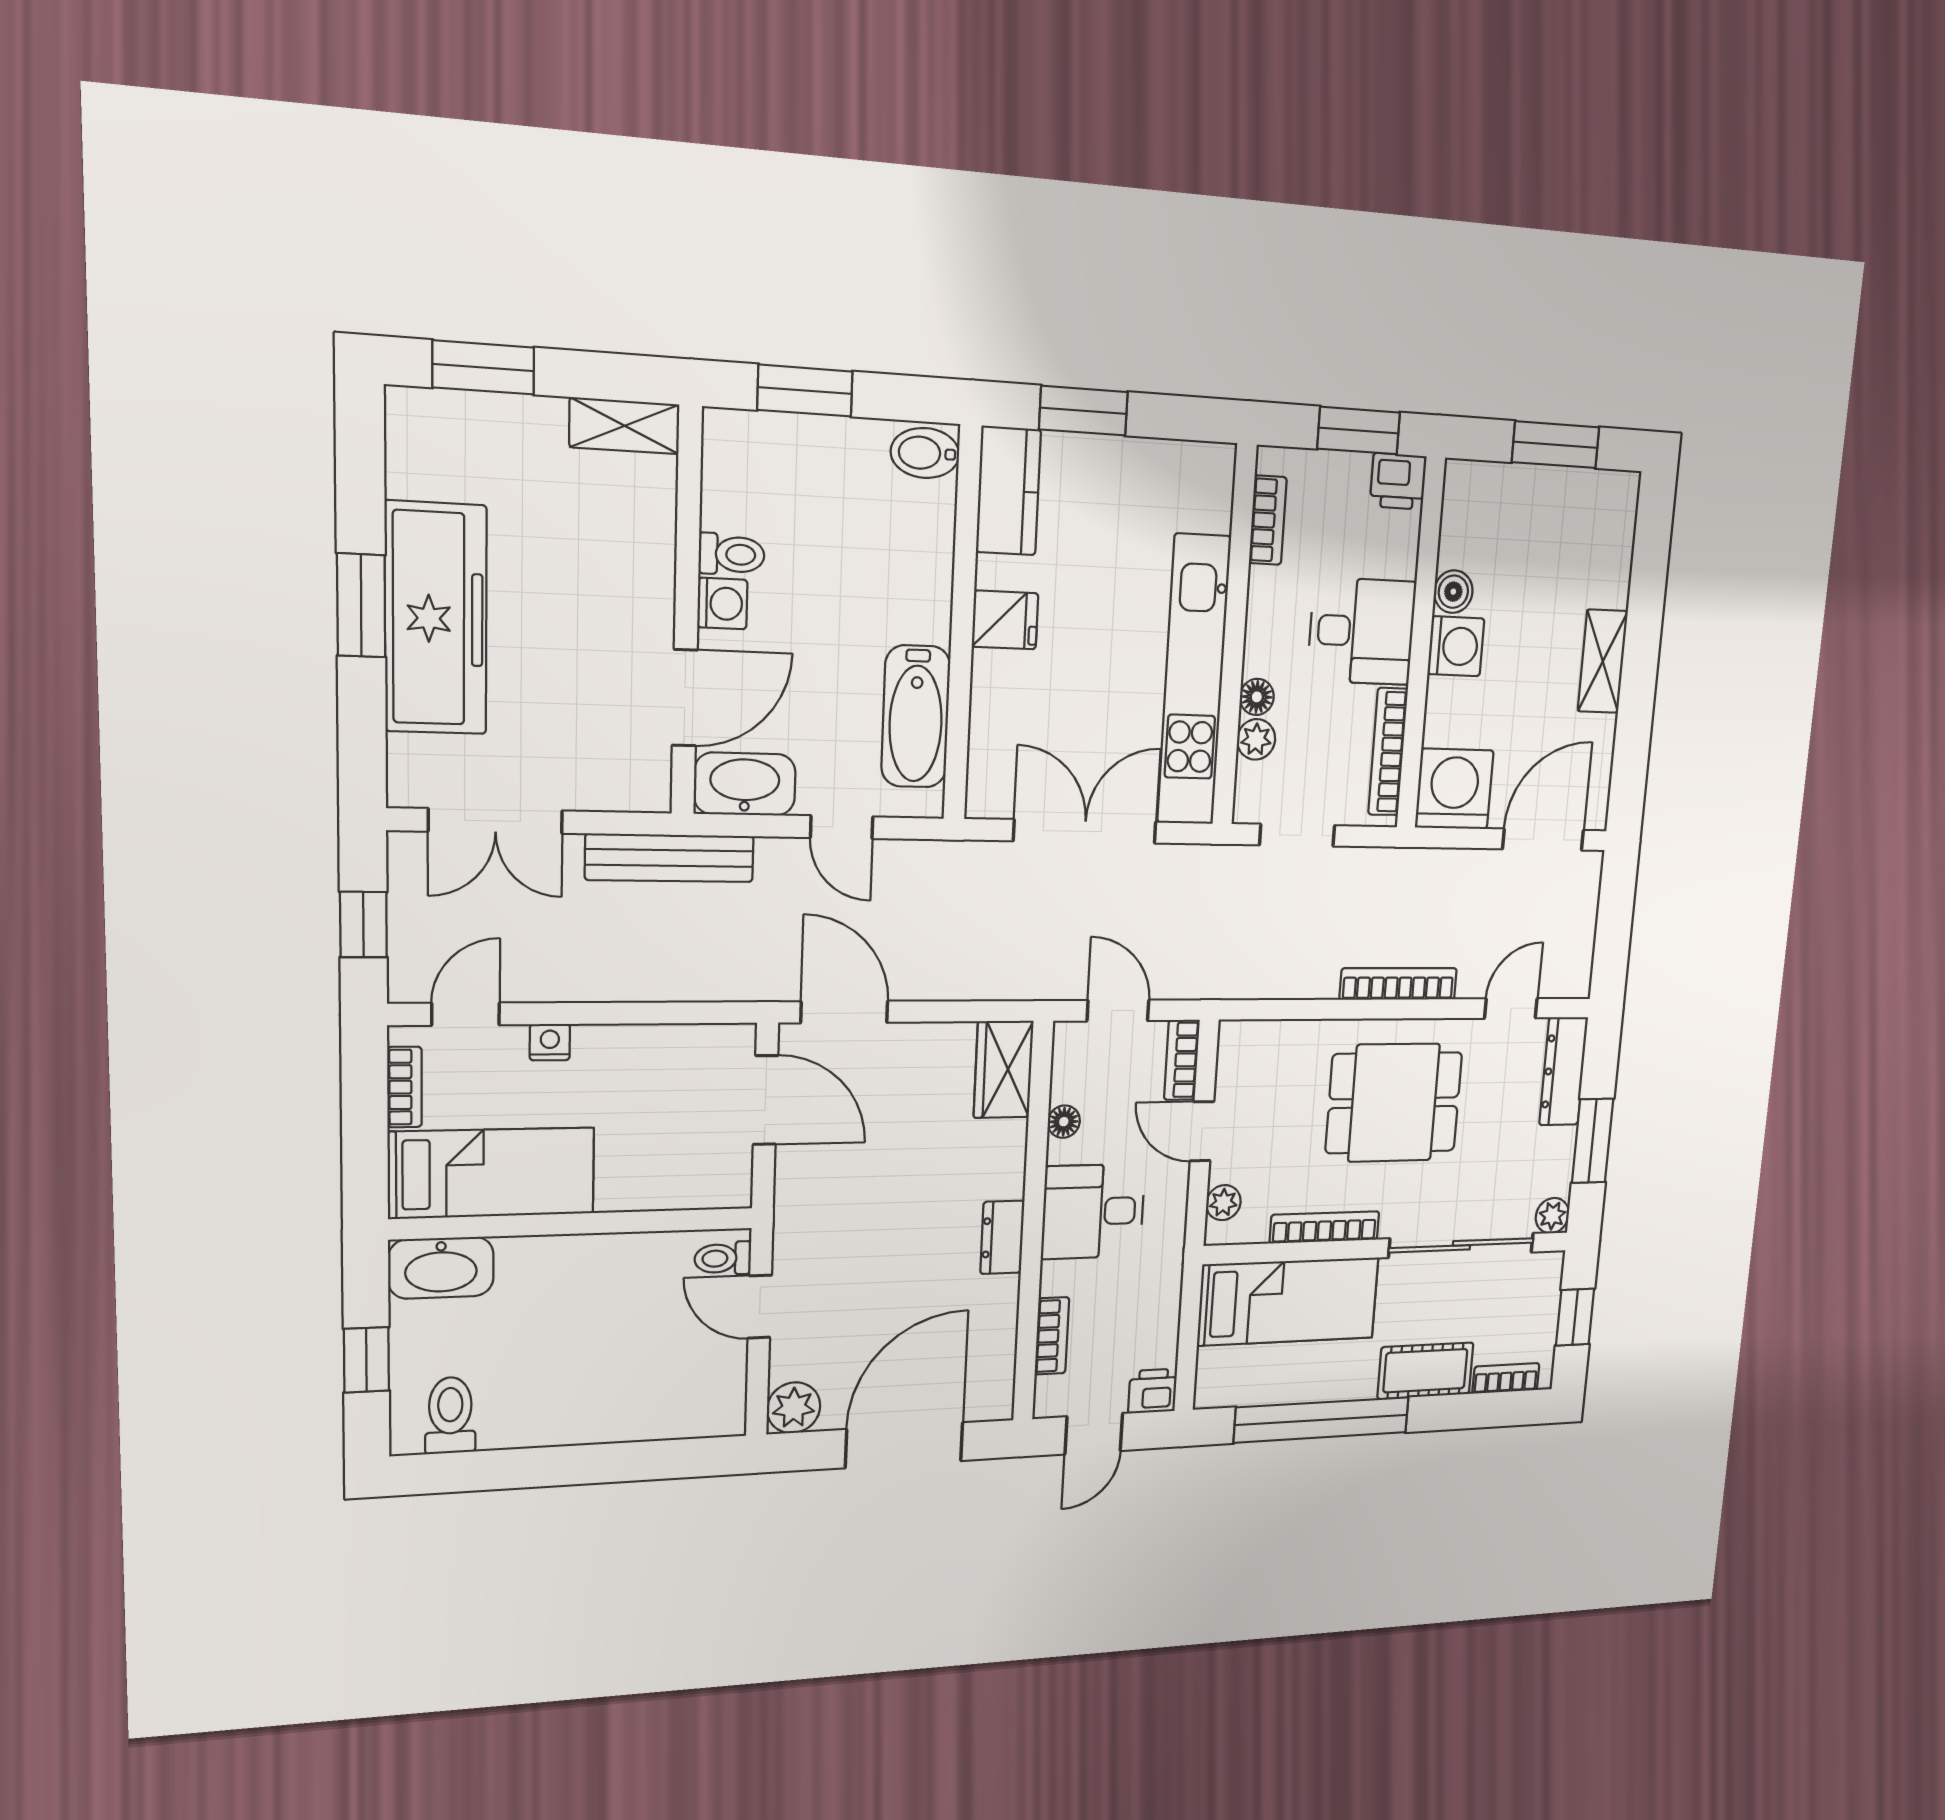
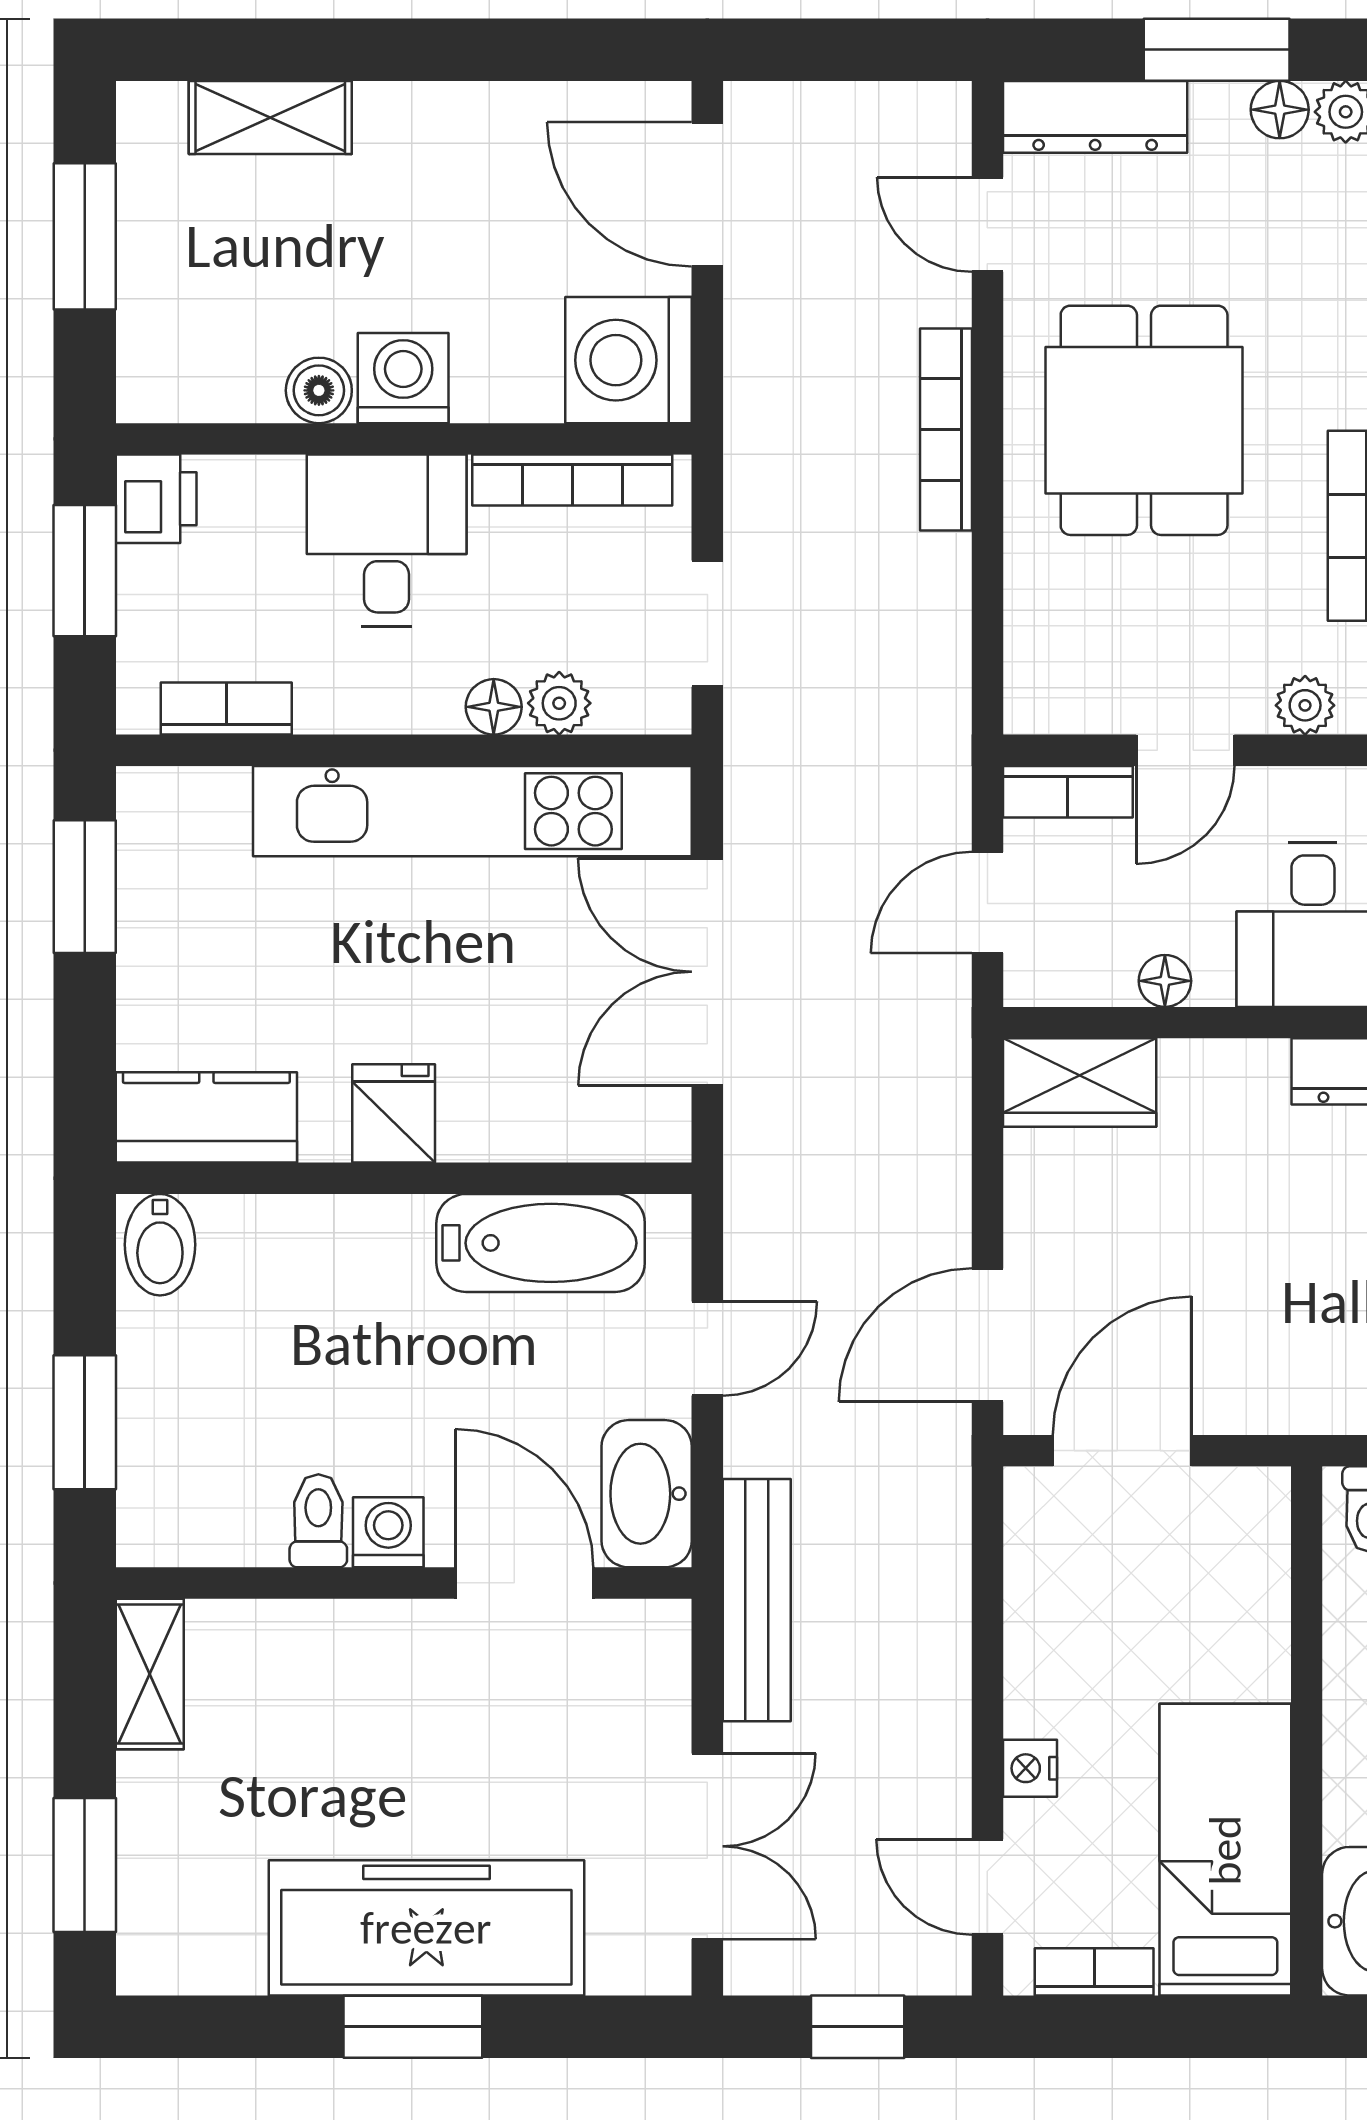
window: (1083, 411) -> (85, 887), moved
shelving: (1603, 661) -> (270, 117), moved
floor lamp: (1557, 1178) -> (1280, 110), added

